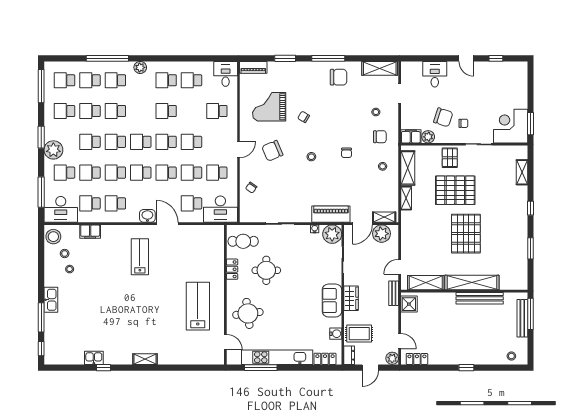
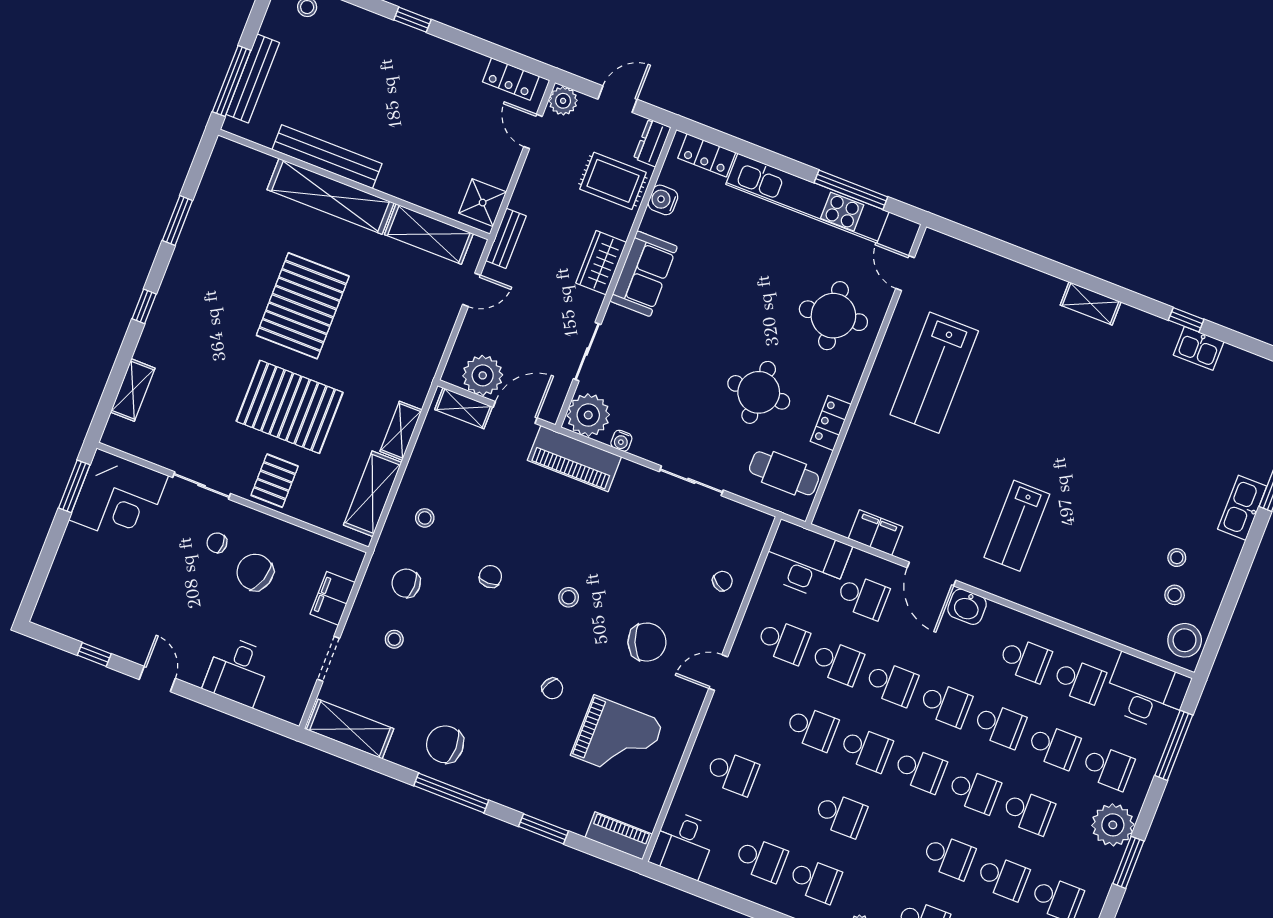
filing cabinet: (411, 136) -> (333, 598), moved, turned 90
plant: (428, 137) -> (303, 543), removed
filing cabinet: (90, 232) -> (875, 533), moved

